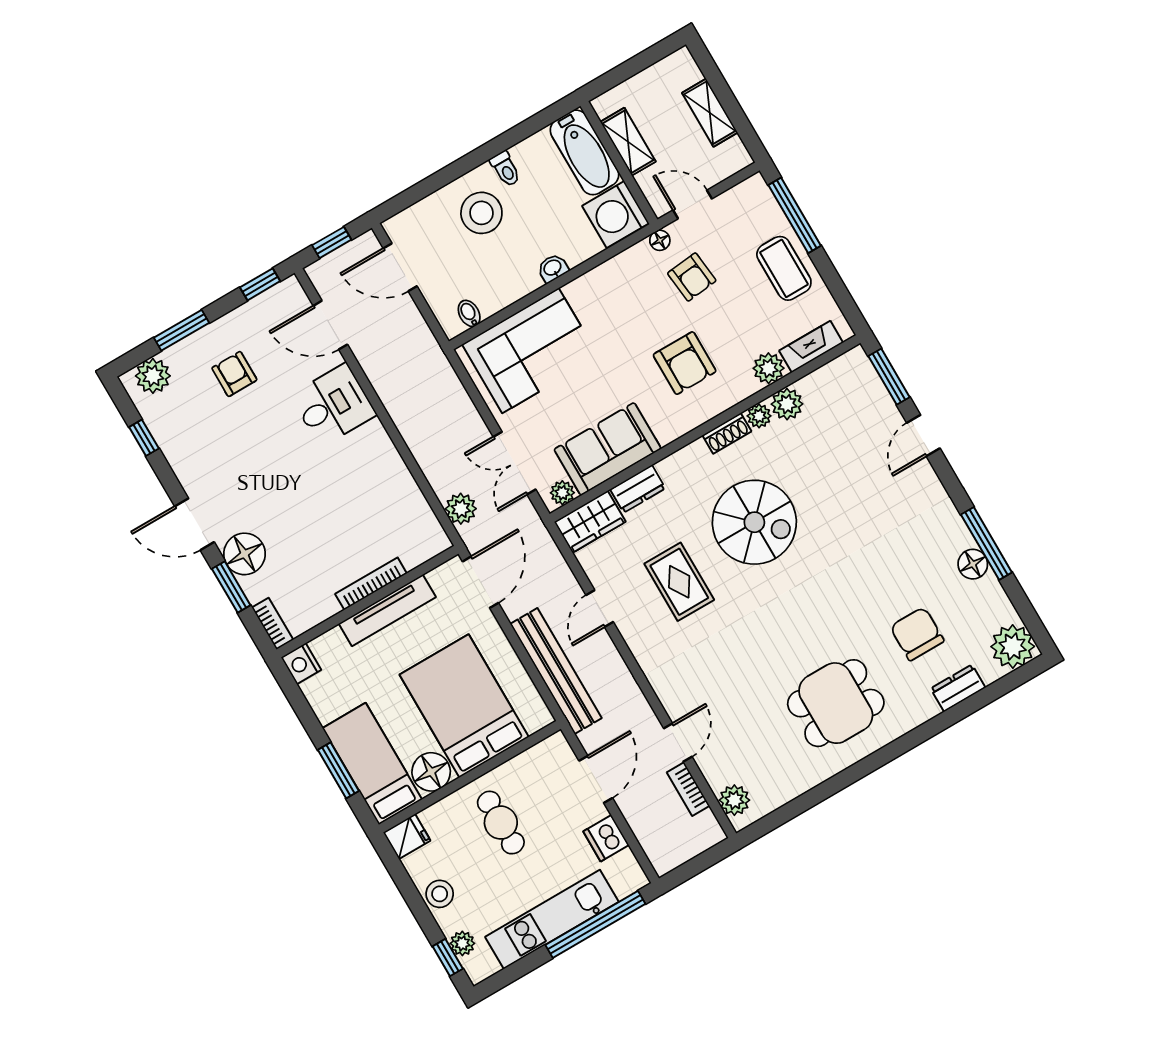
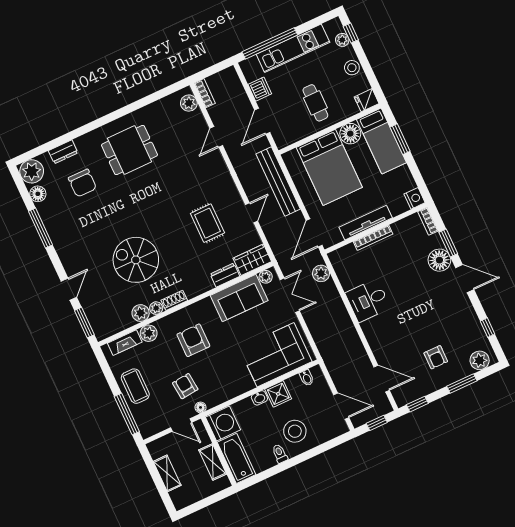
shower: (519, 279) -> (278, 394), added
desk: (333, 405) -> (368, 300), moved
spiral stairs: (754, 522) -> (136, 260), moved
floor lamp: (973, 564) -> (38, 194), moved
bookcase: (688, 789) -> (205, 93), moved

